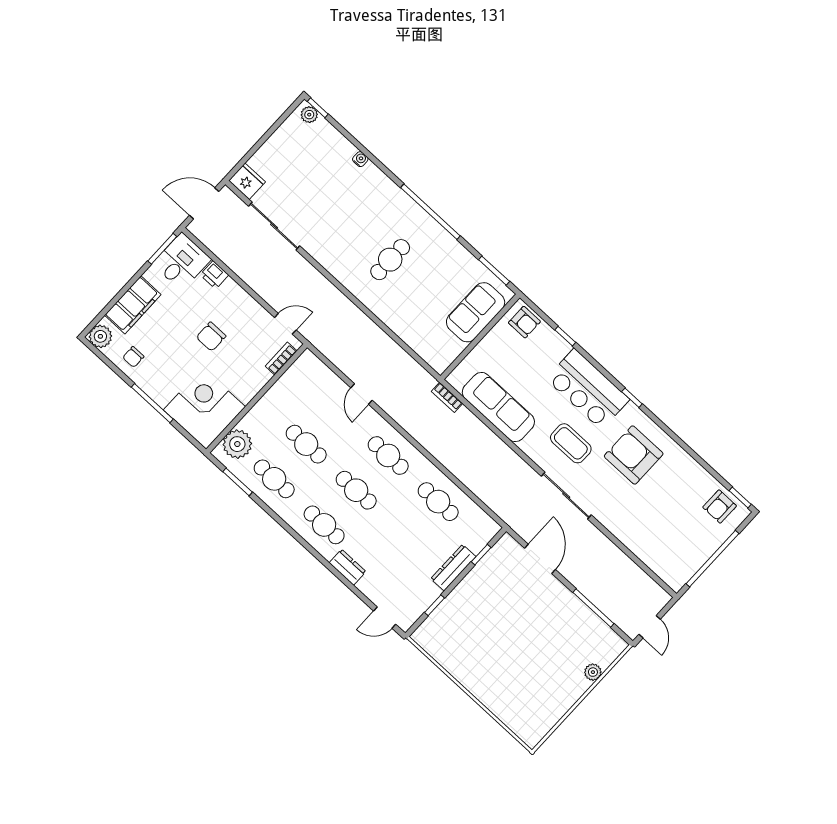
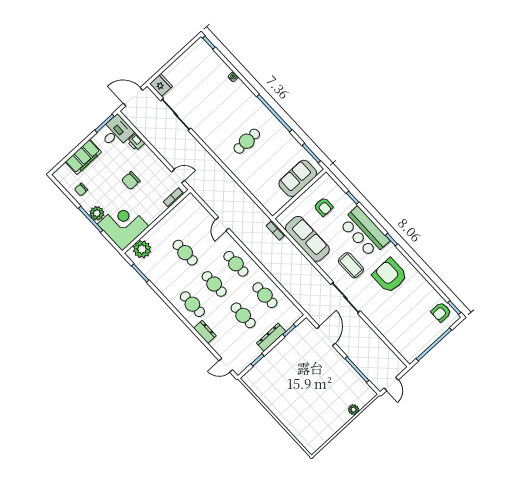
plant: (309, 115) -> (203, 46), removed
armchair: (524, 322) -> (323, 207), moved
plant: (100, 336) -> (97, 213), moved
cafe table: (274, 479) -> (243, 315), moved

